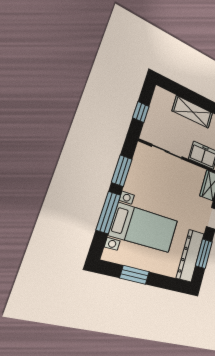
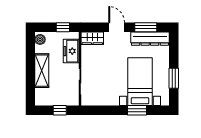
window: (122, 171) -> (106, 110), removed
window: (108, 213) -> (137, 110), width x0.69

